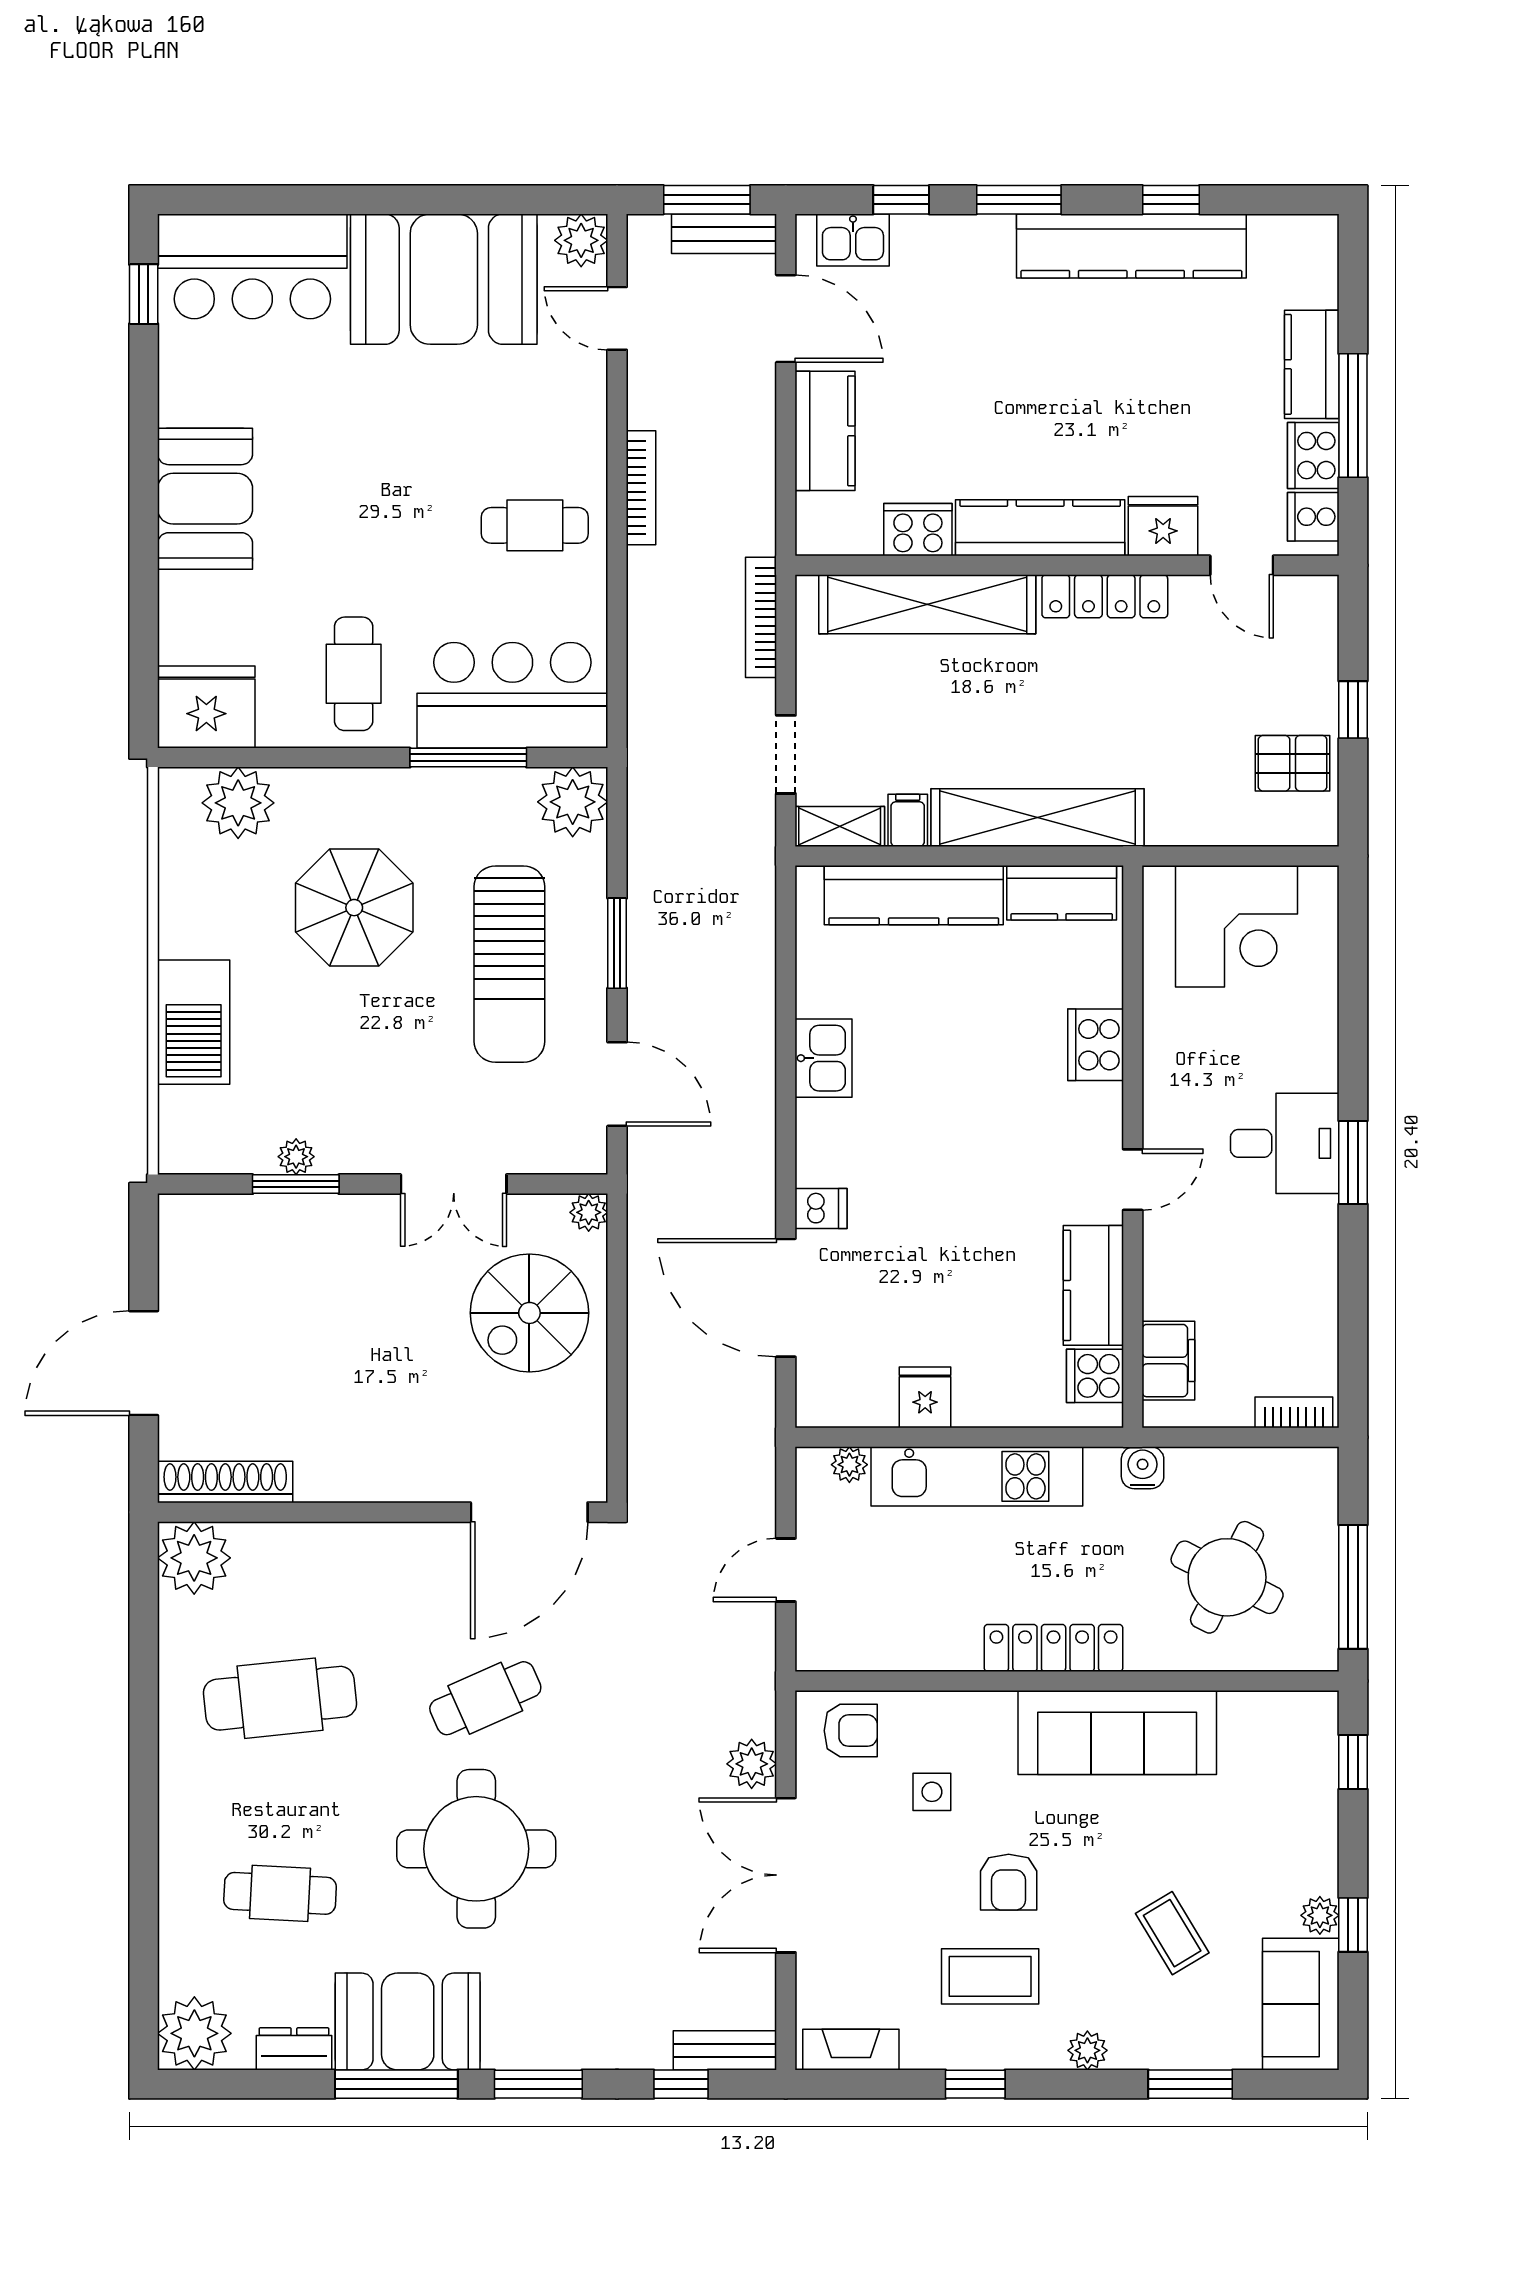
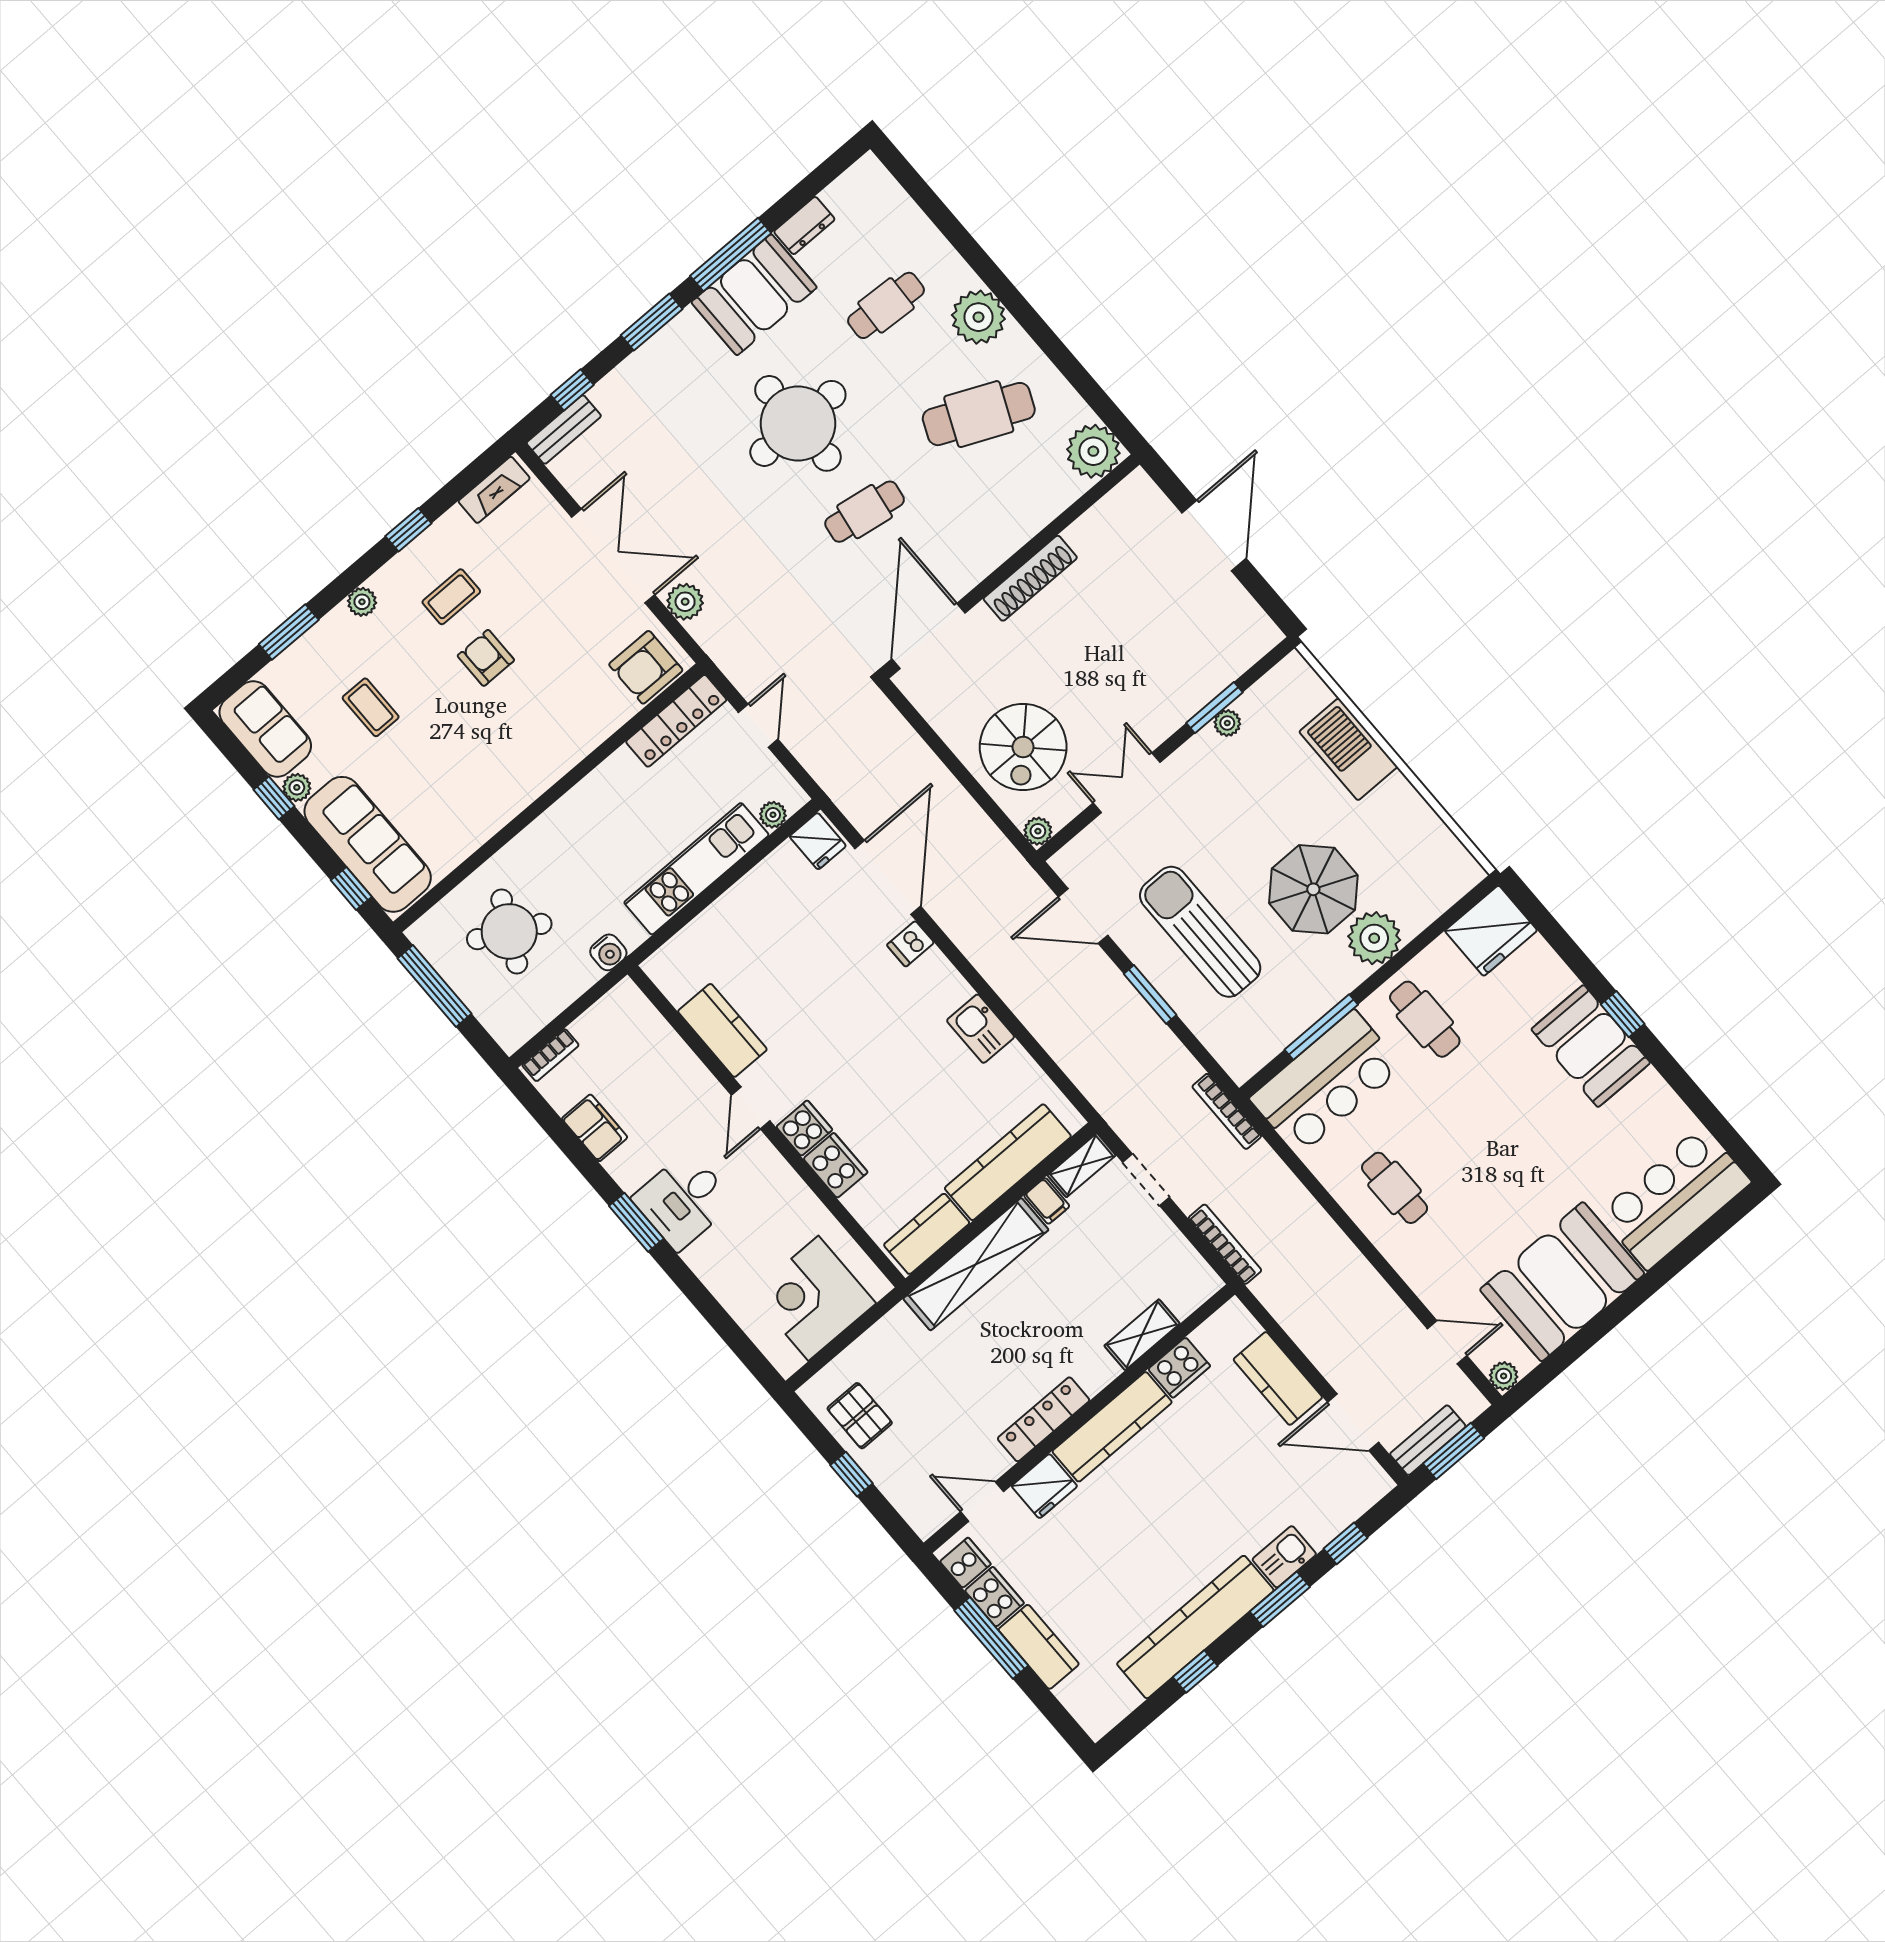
plant: (581, 240) -> (1504, 1376), width x0.73, depth x0.73
kitchen sink: (853, 240) -> (1284, 1557), moved
window: (144, 294) -> (1623, 1014), moved
bookcase: (641, 488) -> (1227, 1111), moved
cafe table: (535, 525) -> (1395, 1188), turned 90
shelving: (927, 604) -> (1142, 1335), width x0.45, depth x0.75
pallet: (1293, 763) -> (860, 1416), turned 90
plant: (573, 802) -> (1242, 1052), removed
plant: (238, 803) -> (1374, 938), moved
door: (786, 1298) -> (888, 877), hinge flipped
spiral stairs: (529, 1313) -> (1023, 747), turned 180
filing cabinet: (1168, 1361) -> (595, 1128), moved, turned 180
cooker: (1095, 1376) -> (804, 1128), moved
fridge: (925, 1397) -> (818, 841), moved
shoe rack: (225, 1482) -> (1030, 578), moved
locker: (1054, 1648) -> (676, 721), moved
cafe table: (280, 1698) -> (979, 414), turned 30
cafe table: (485, 1698) -> (865, 512), turned 33
armchair: (851, 1731) -> (646, 667), width x1.38, depth x1.38
sofa: (1117, 1732) -> (368, 844), moved, turned 90
side table: (932, 1792) -> (571, 672), removed
coffee table: (1172, 1933) -> (371, 707), turned 31
coffee table: (990, 1976) -> (451, 597), width x0.73, depth x0.77
plant: (194, 2033) -> (978, 317), moved

